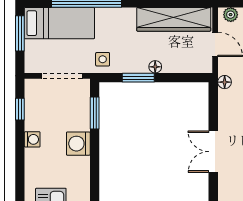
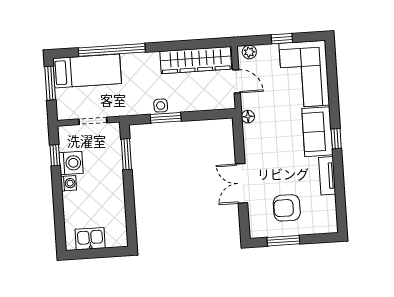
side table: (103, 59) -> (161, 106), moved
floor lamp: (155, 67) -> (181, 106), removed
doorway: (62, 76) -> (93, 121), width x0.73
washing machine: (78, 144) -> (71, 163), moved, turned 180

